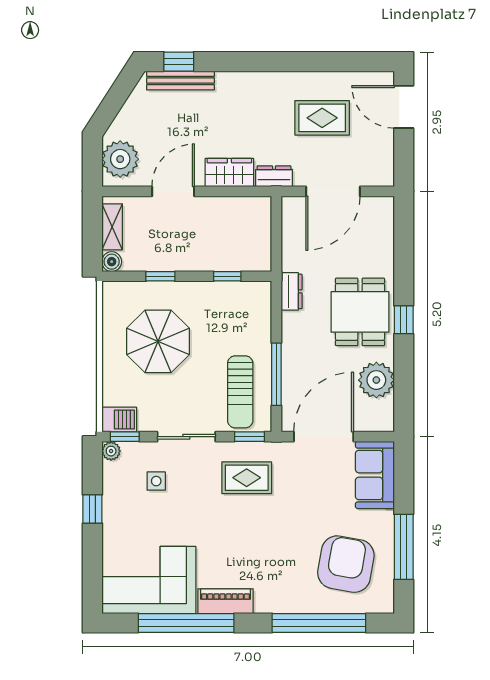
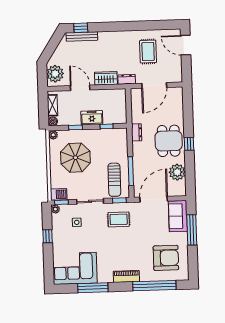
rug: (322, 118) -> (148, 52), turned 90
door: (173, 191) -> (80, 88), hinge flipped
freezer: (196, 257) -> (92, 118), added
plant: (112, 291) -> (53, 135), added
window: (404, 547) -> (192, 230), moved
armchair: (346, 564) -> (166, 258), turned 80
piano: (225, 601) -> (126, 276), moved
window: (186, 623) -> (93, 288), width x0.68

